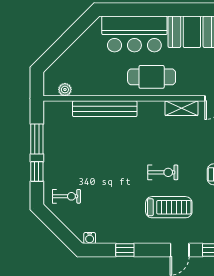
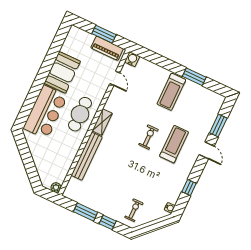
plant: (65, 90) -> (56, 187), moved
shelving: (181, 108) -> (102, 122), moved

